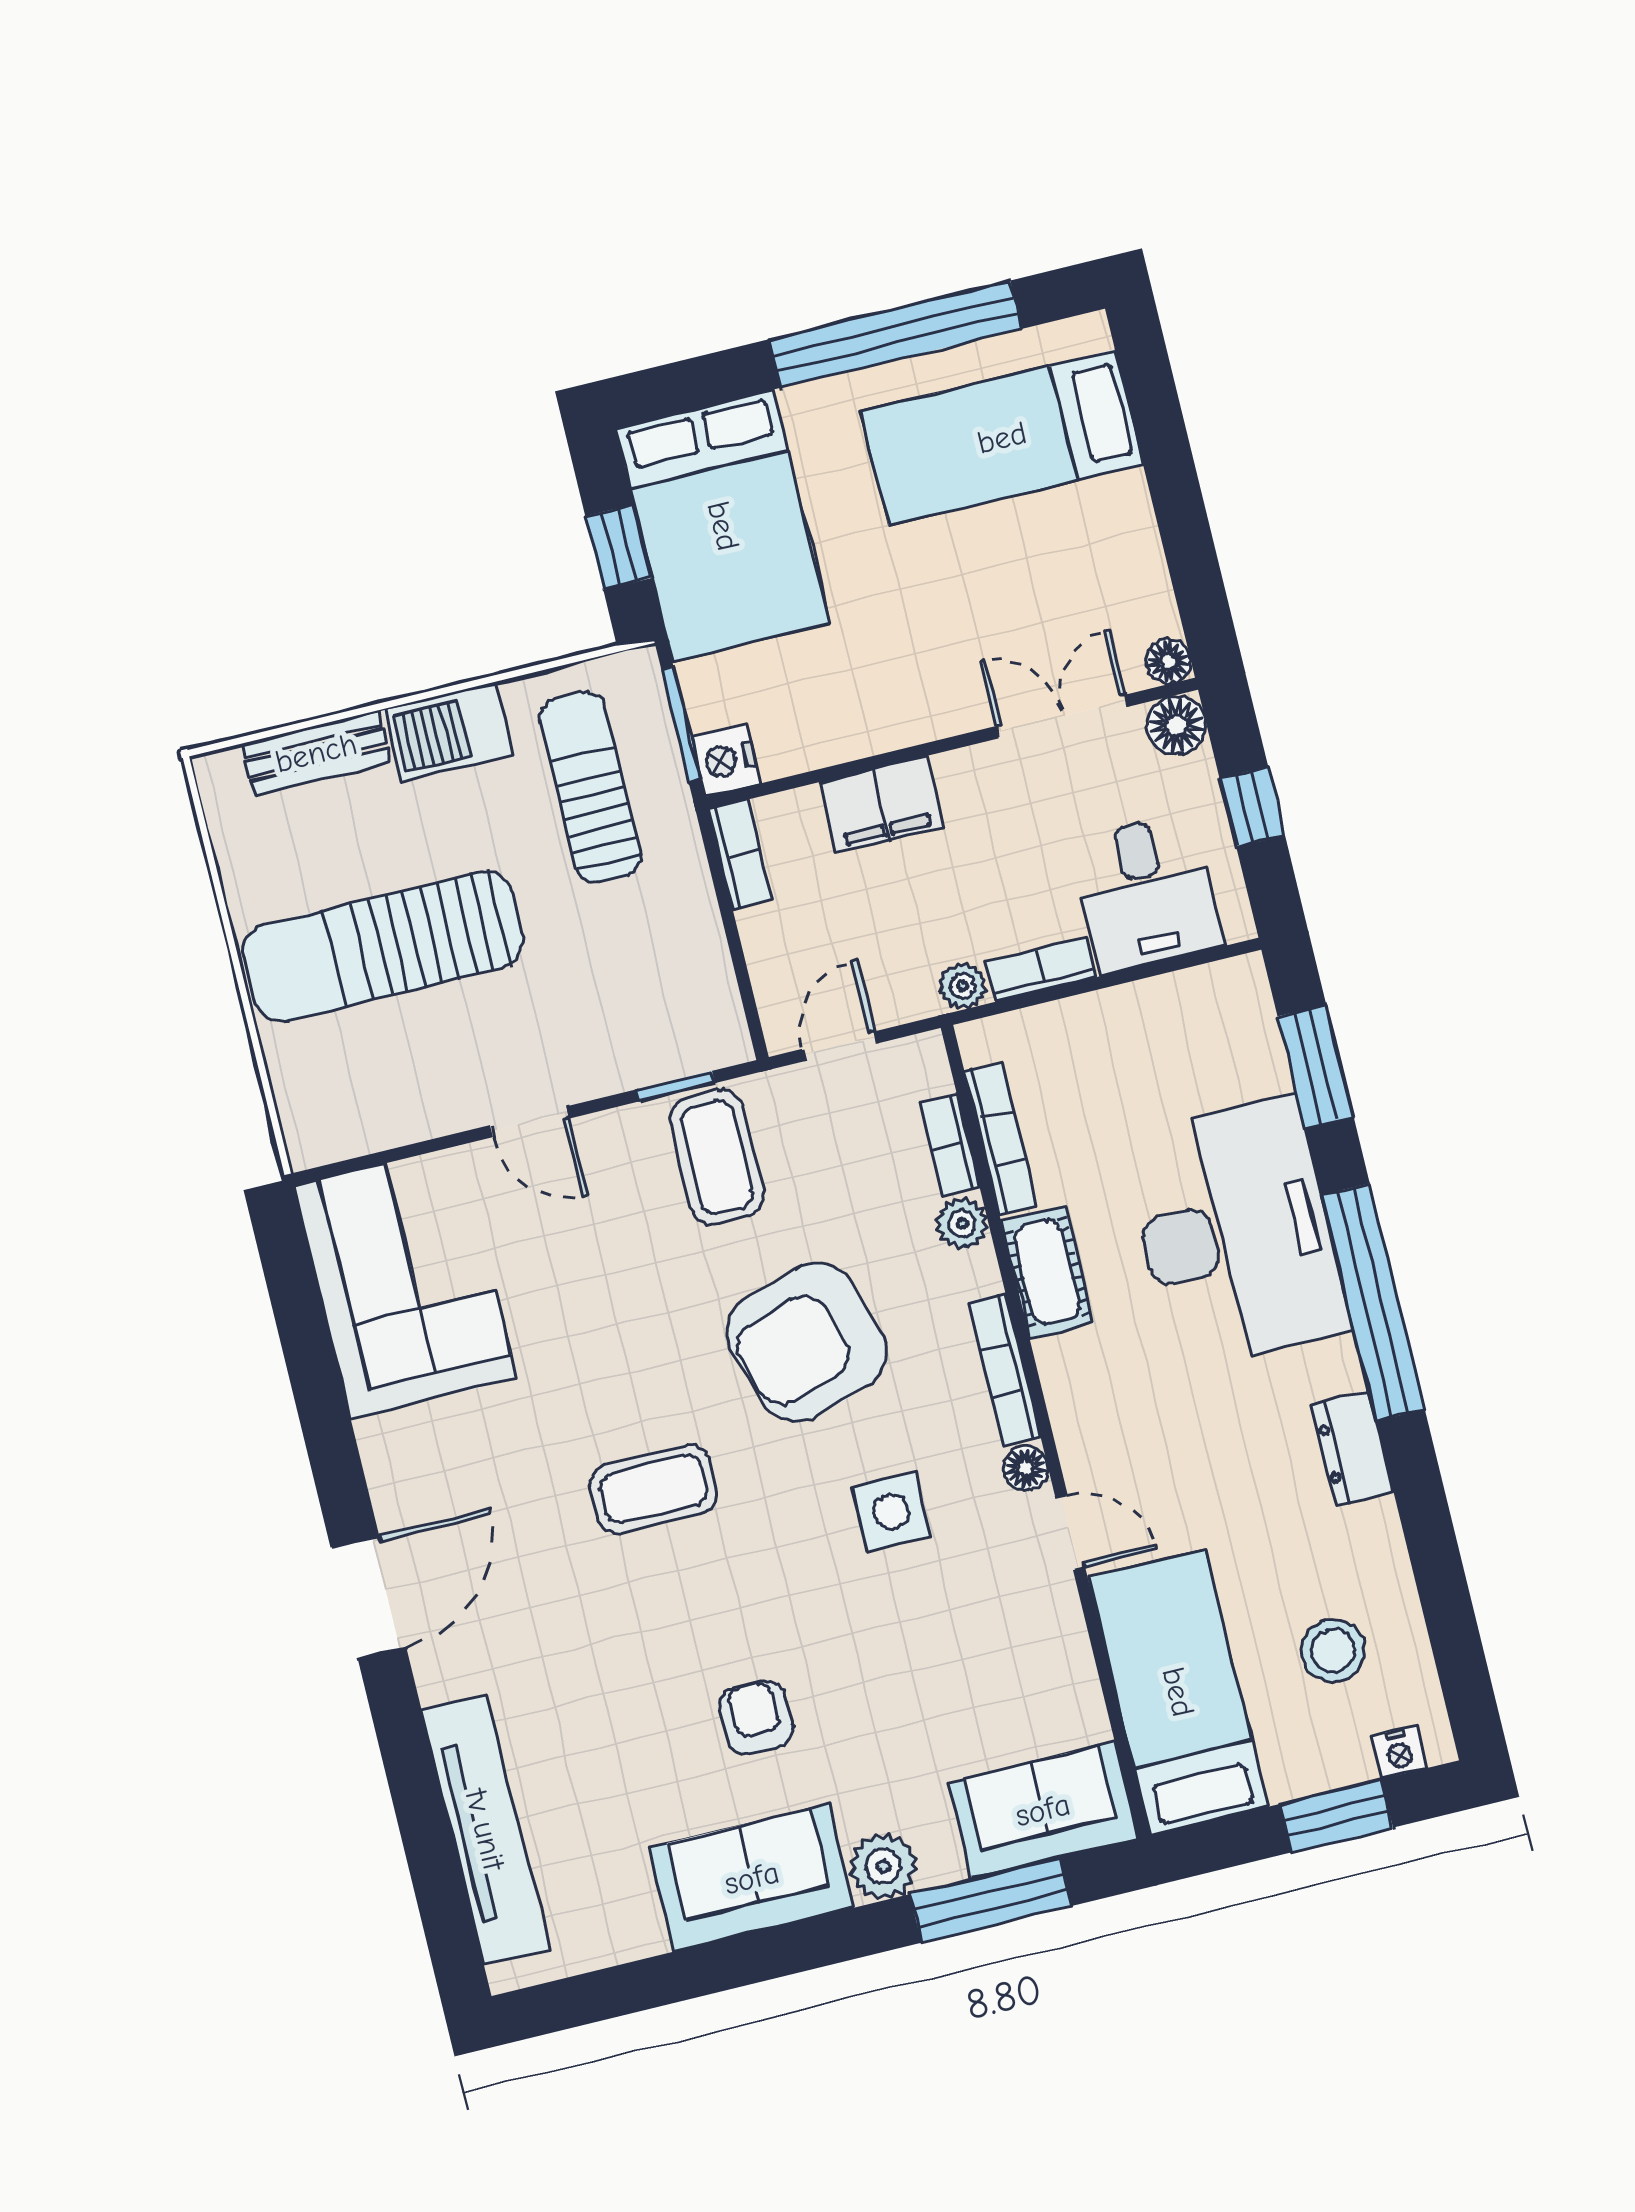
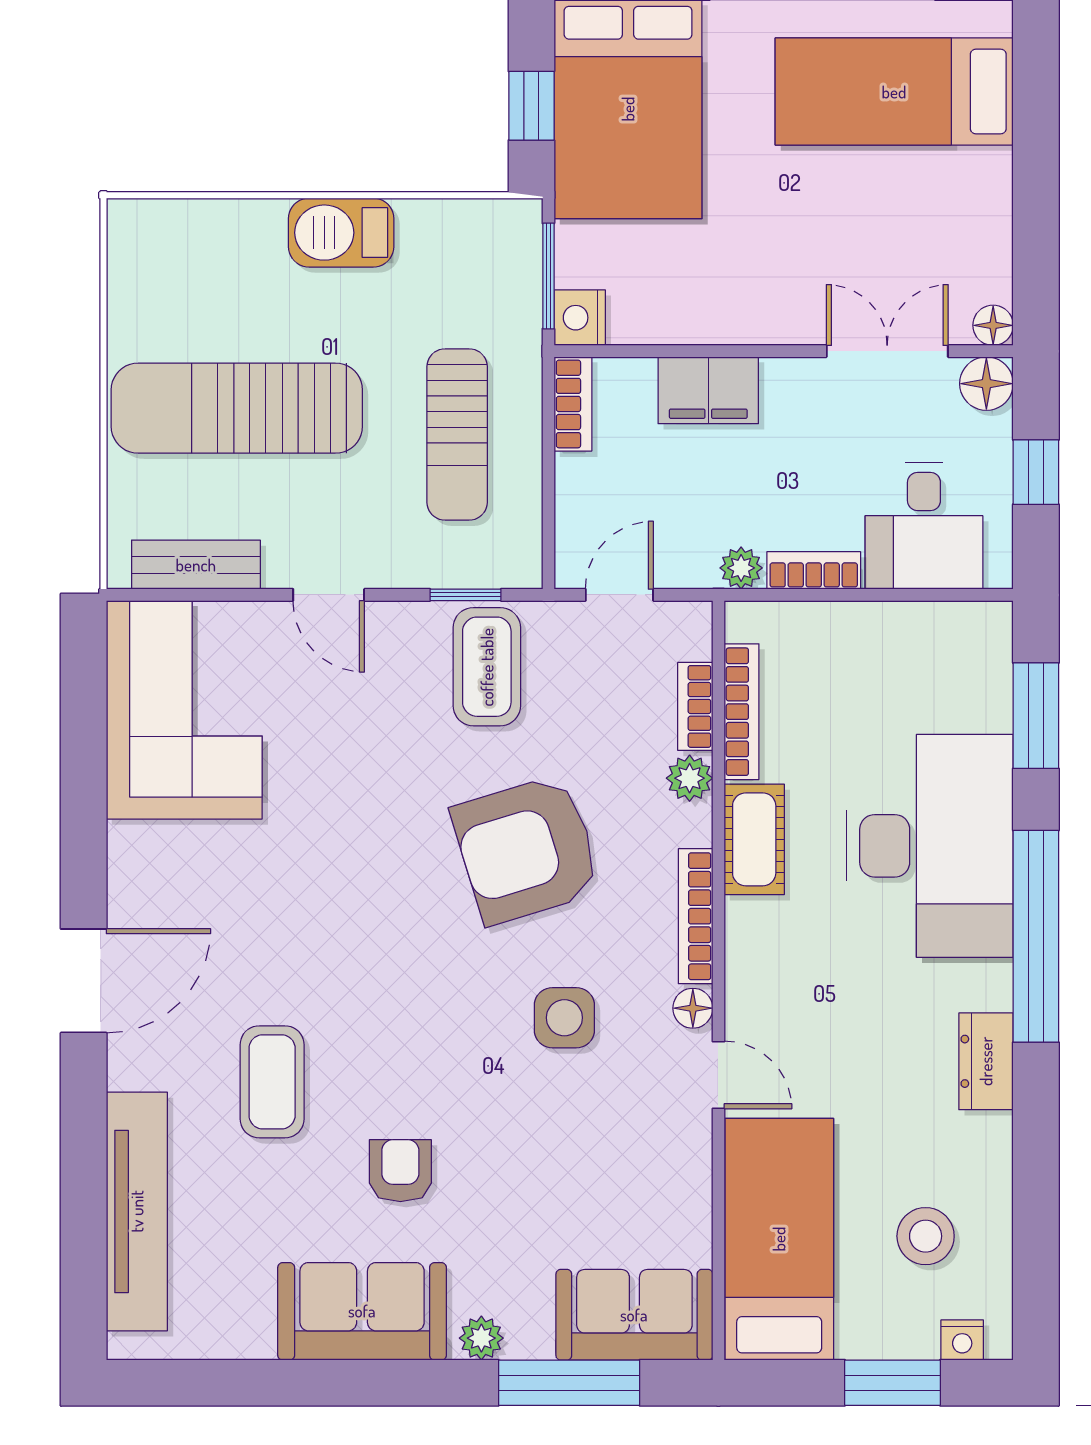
bench: (316, 753) -> (196, 565), moved
sun lounger: (590, 787) -> (457, 434), moved, turned 180
coffee table: (653, 1489) -> (272, 1082), moved, turned 90
plant: (884, 1866) -> (481, 1338), width x0.73, depth x0.73

